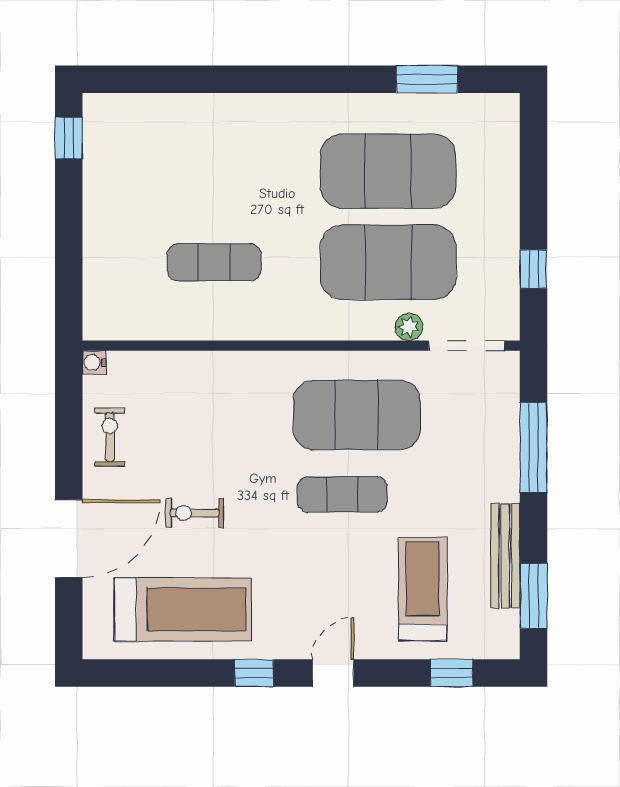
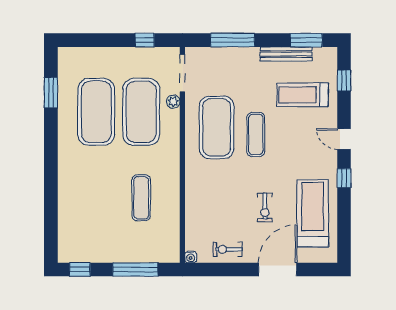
window: (69, 251) -> (135, 270), added
door: (69, 539) -> (278, 270), hinge flipped

